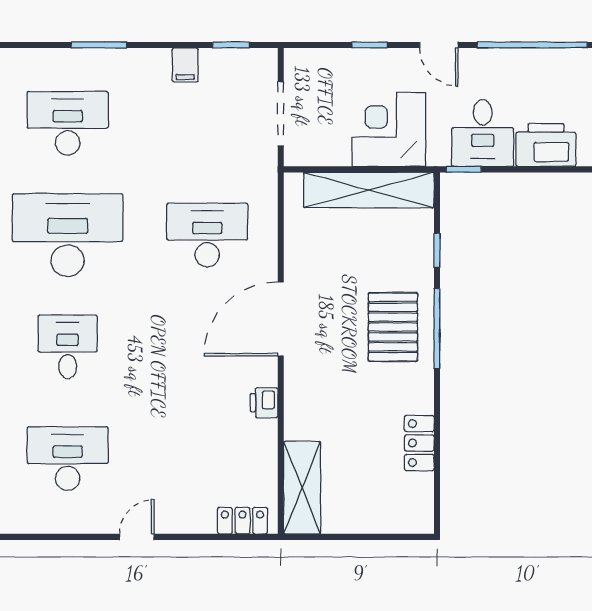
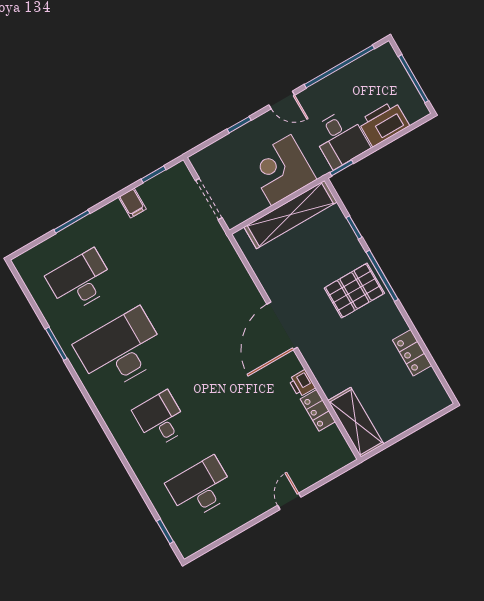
desk: (207, 235) -> (207, 300), removed
pallet: (393, 327) -> (354, 291), turned 90
locker: (242, 521) -> (318, 410), moved, turned -90
door: (137, 537) -> (289, 501), moved

